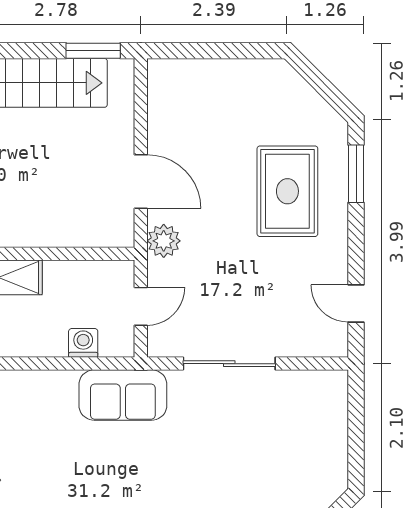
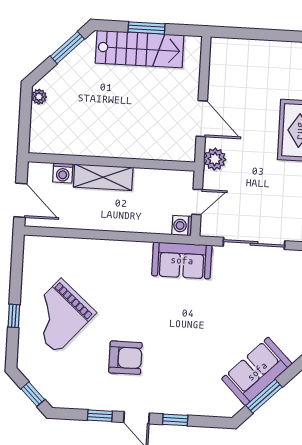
window: (93, 51) -> (146, 28), moved
washing machine: (83, 343) -> (182, 226), moved, turned -90

